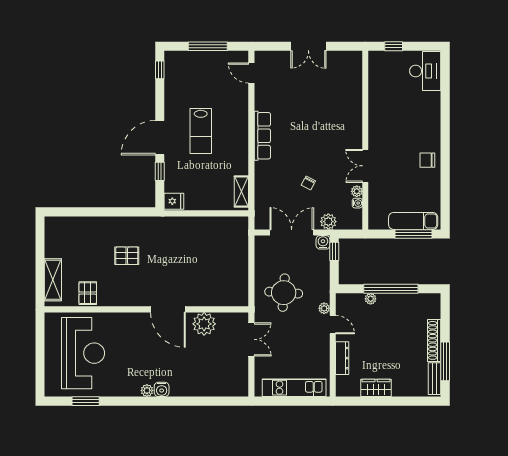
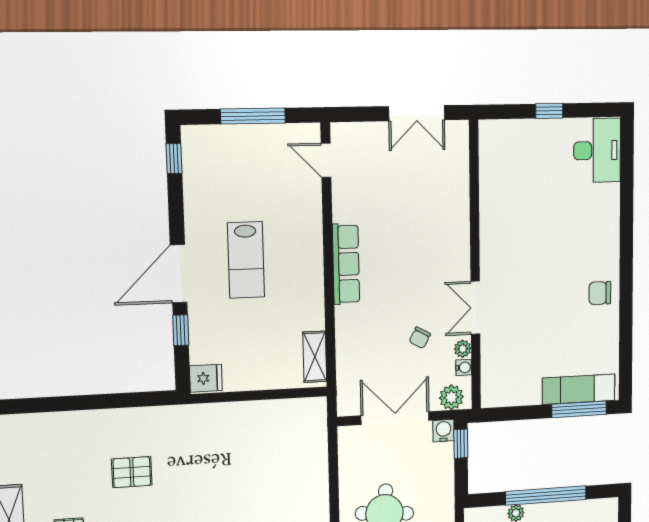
wall: (365, 140) -> (475, 266), moved
double door: (365, 166) -> (475, 308), moved
plant: (357, 191) -> (463, 349), moved
water cooler: (357, 203) -> (464, 367), moved

